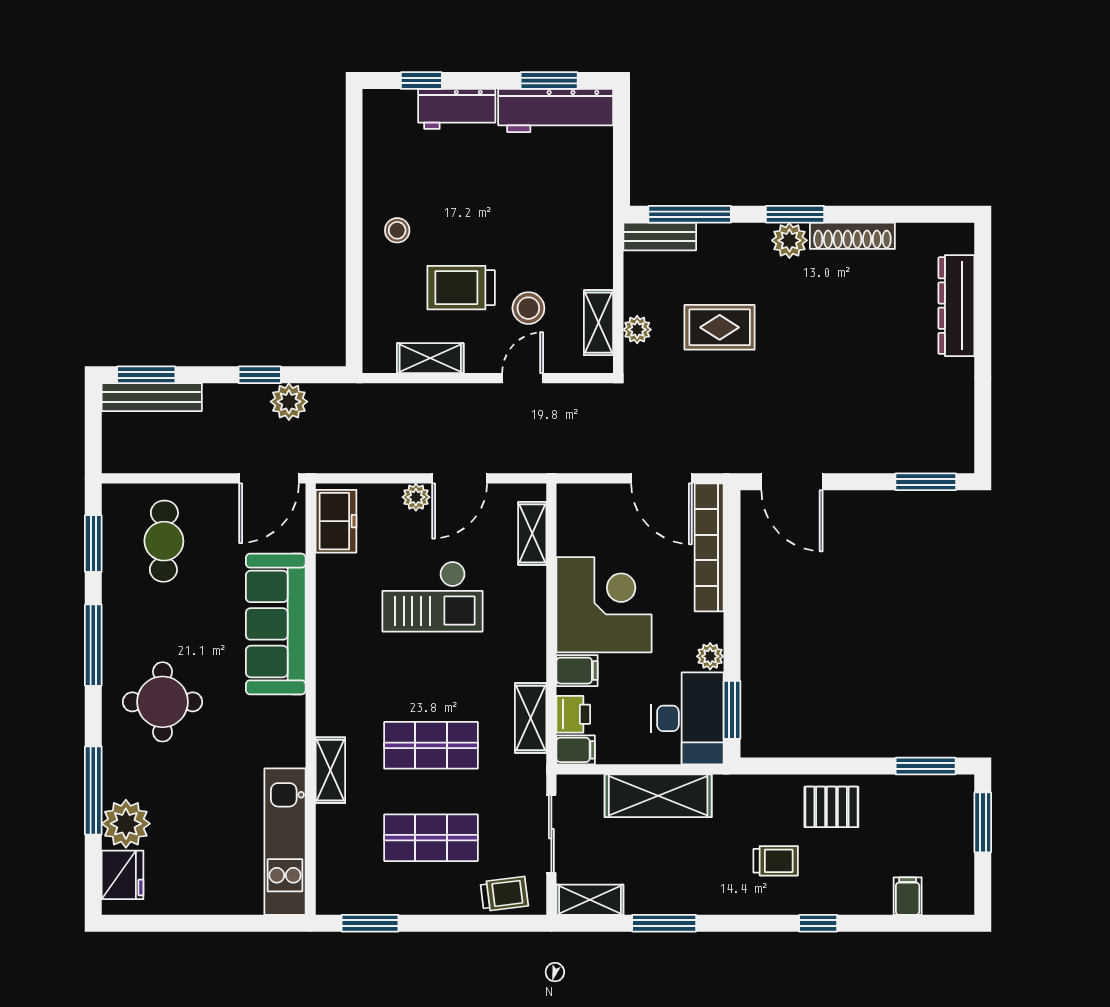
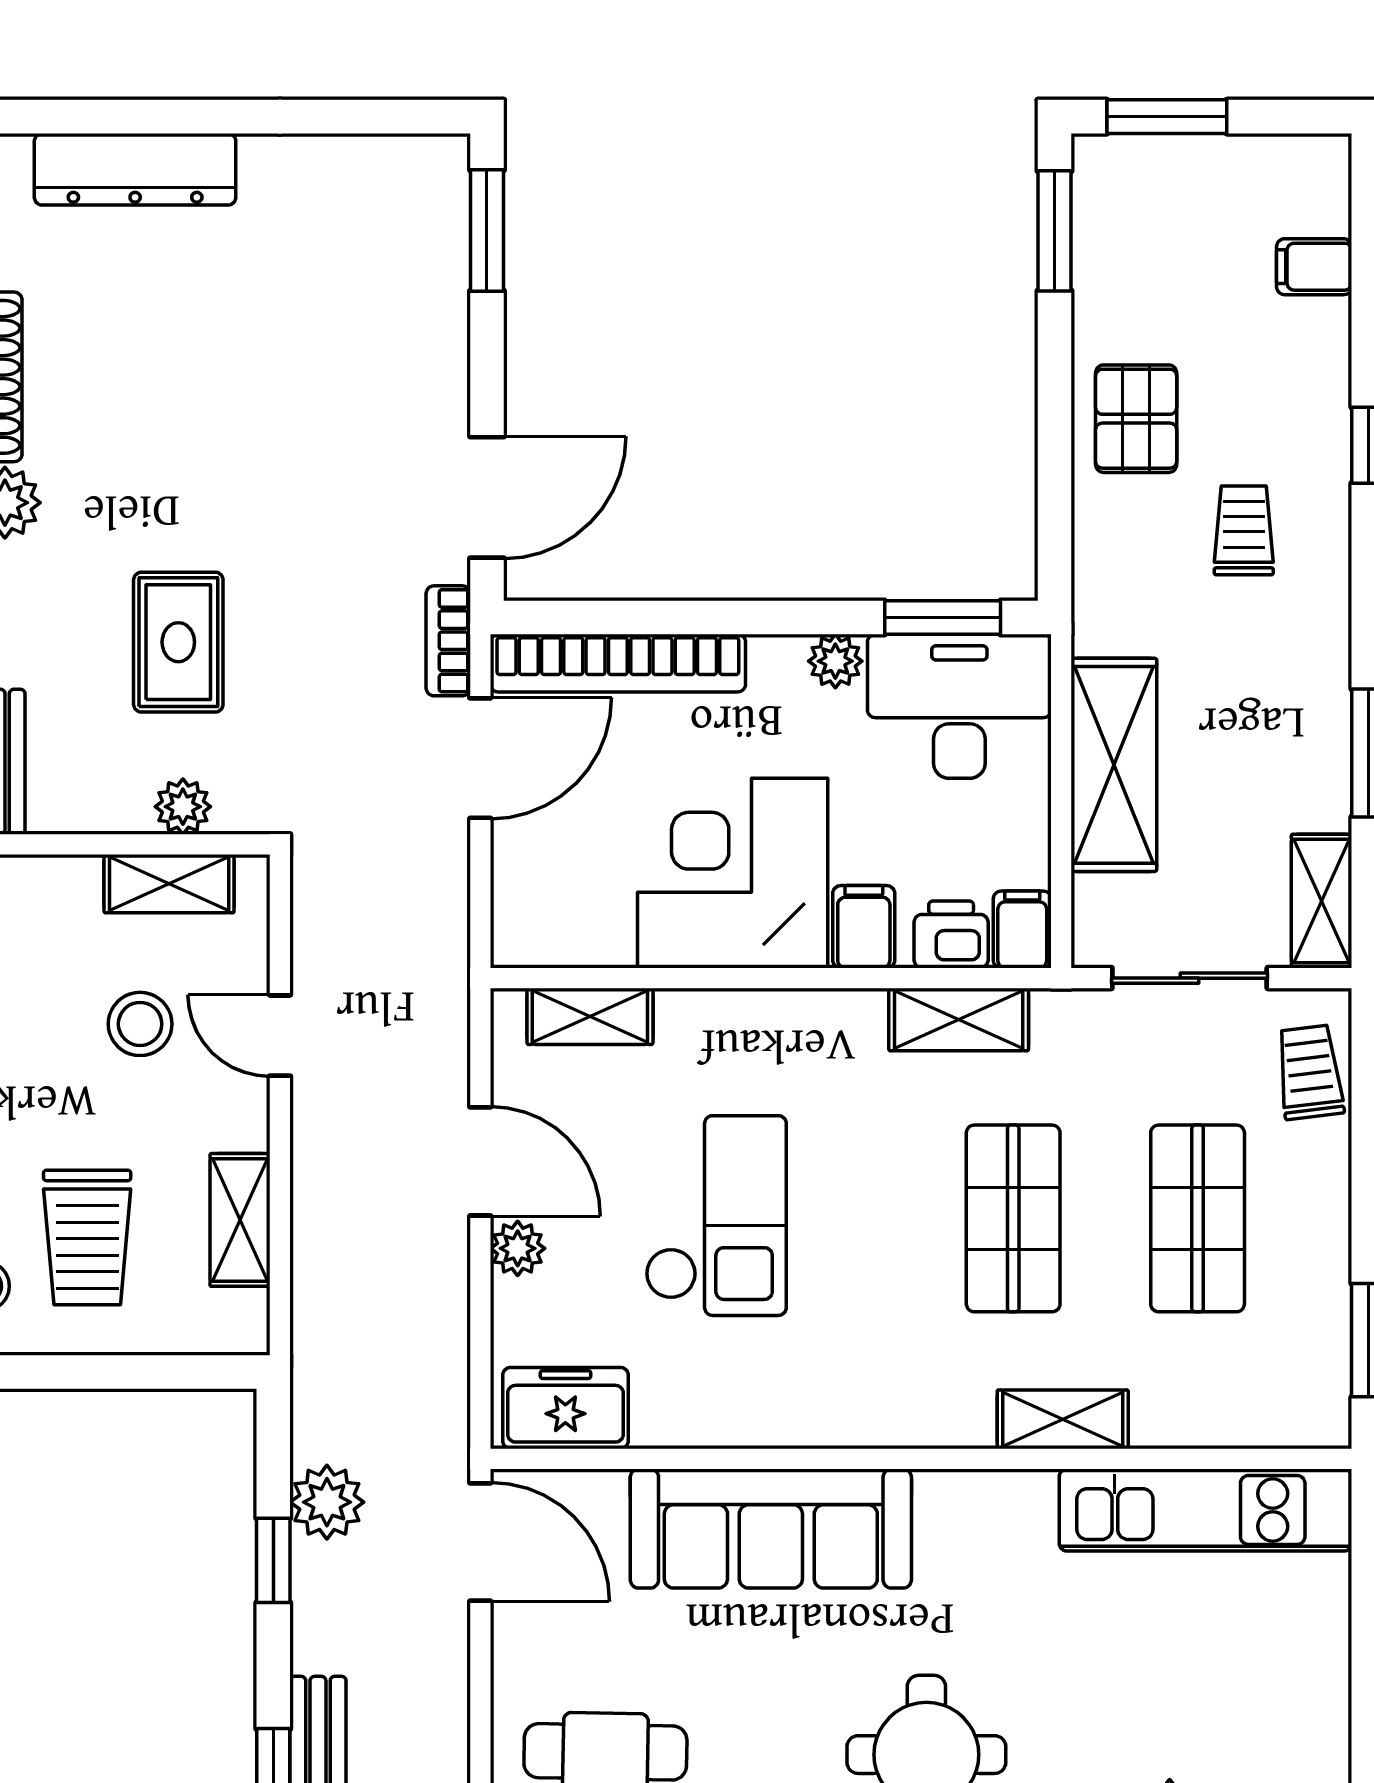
trolley: (461, 288) -> (87, 1237), moved
bookcase: (720, 462) -> (448, 641), added

